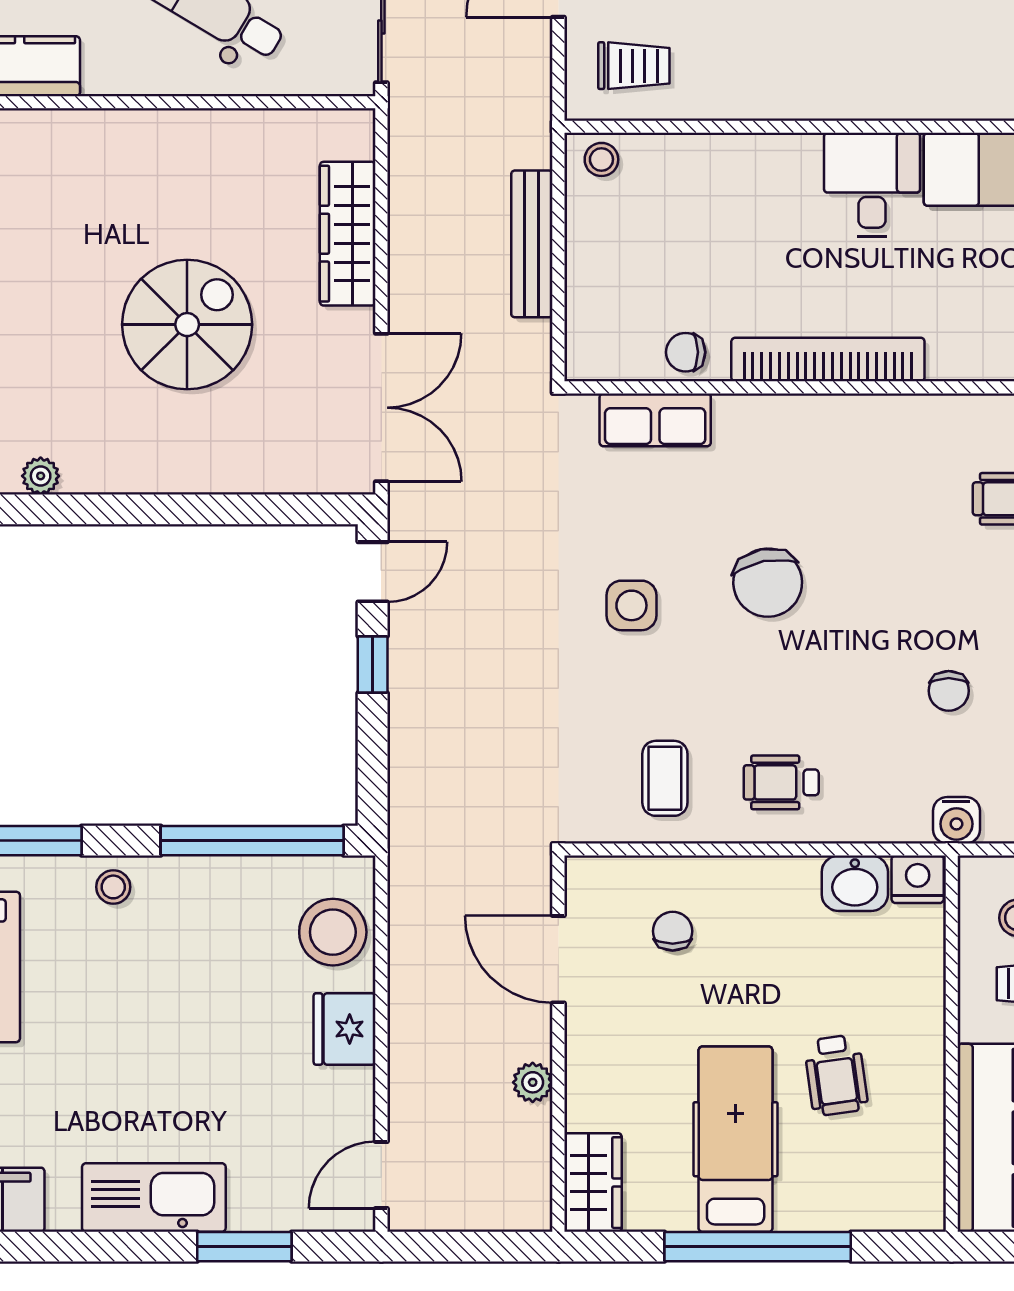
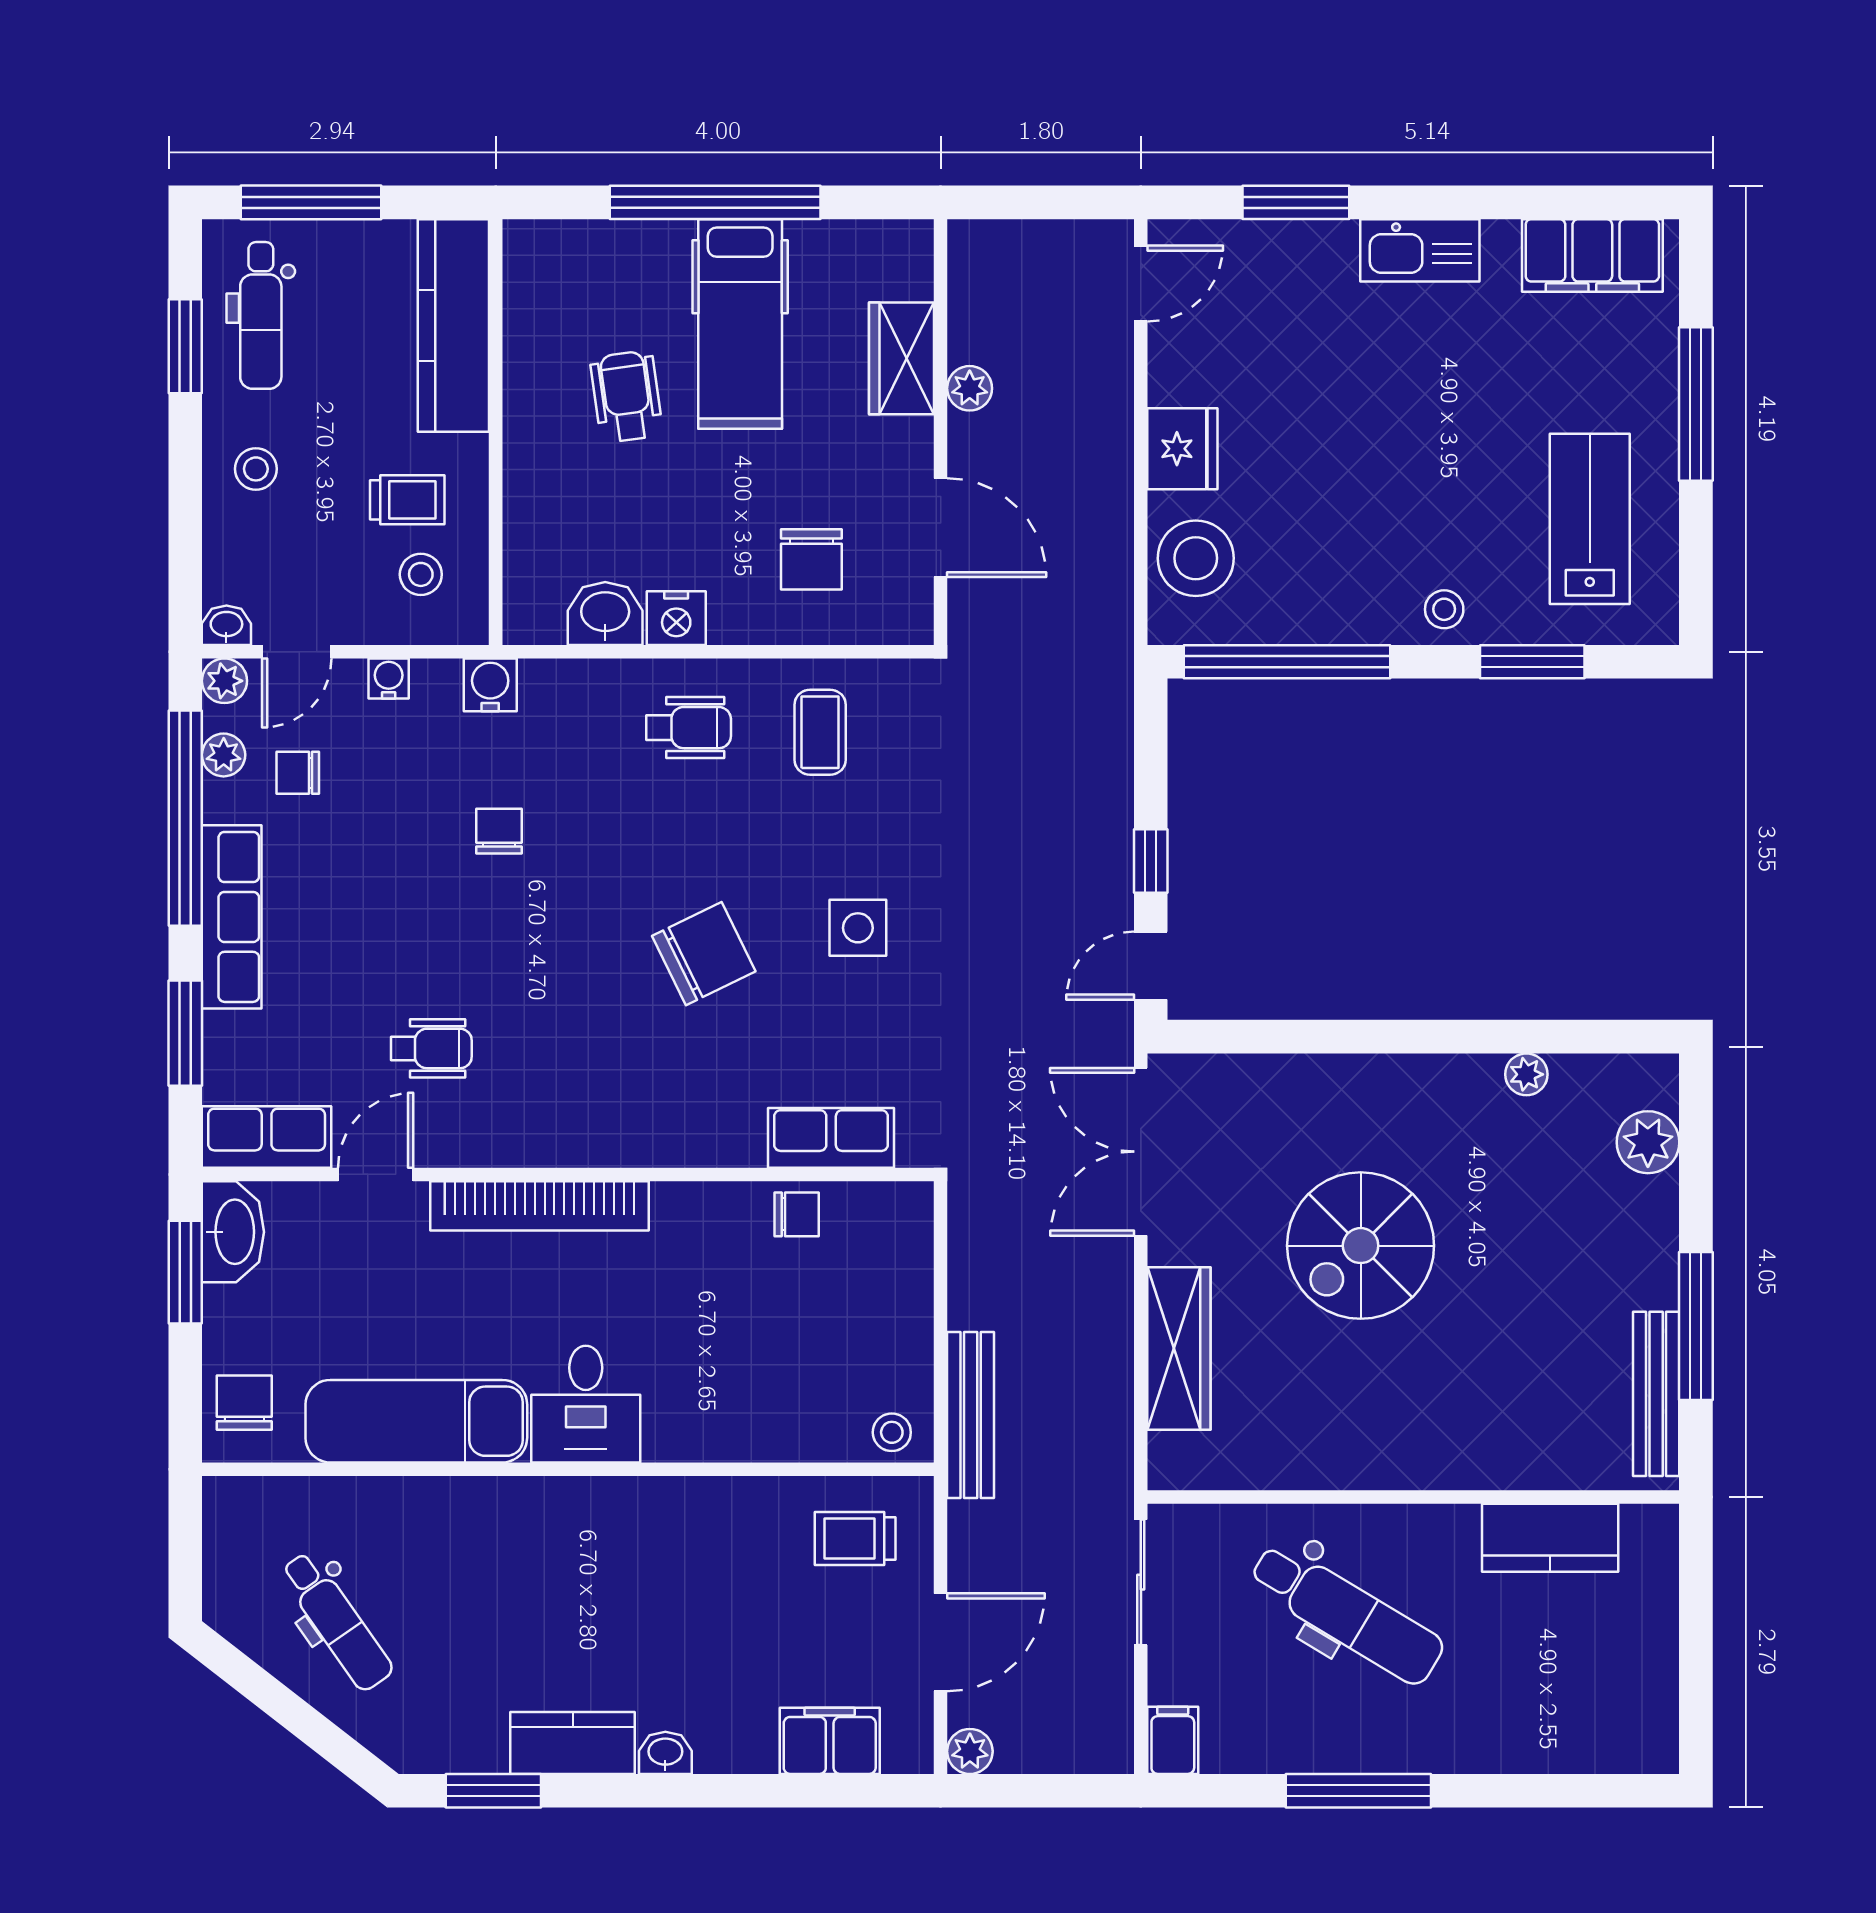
bench: (532, 244) -> (971, 1415), moved
bookcase: (828, 360) -> (540, 1206), moved
chair: (768, 583) -> (704, 954), turned 75
nightstand: (918, 879) -> (676, 618), moved
chair: (673, 931) -> (811, 559), width x1.37, depth x1.37
wardrobe: (593, 1183) -> (901, 358), moved
kitchen sink: (154, 1198) -> (1420, 250), width x0.73, depth x0.81

